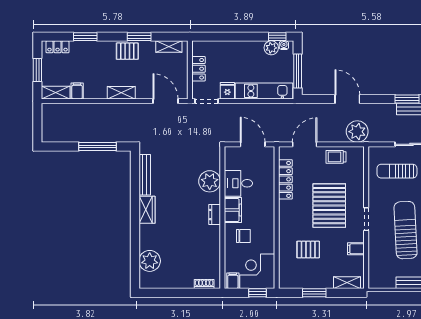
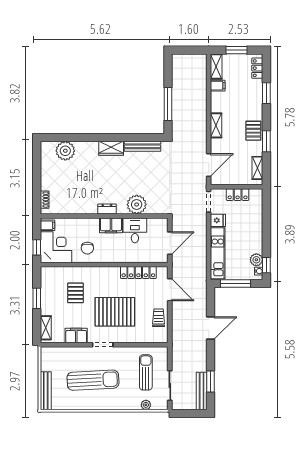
plant: (357, 132) -> (181, 337), removed
chair: (243, 236) -> (87, 248), moved
filing cabinet: (356, 249) -> (76, 336), width x2.00

